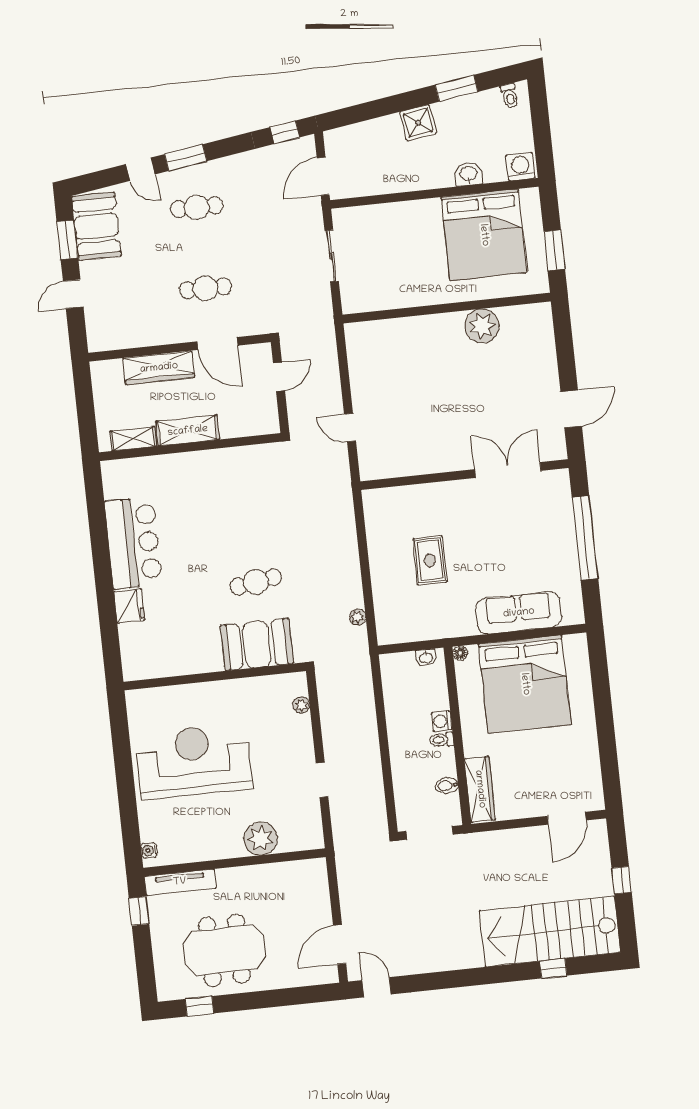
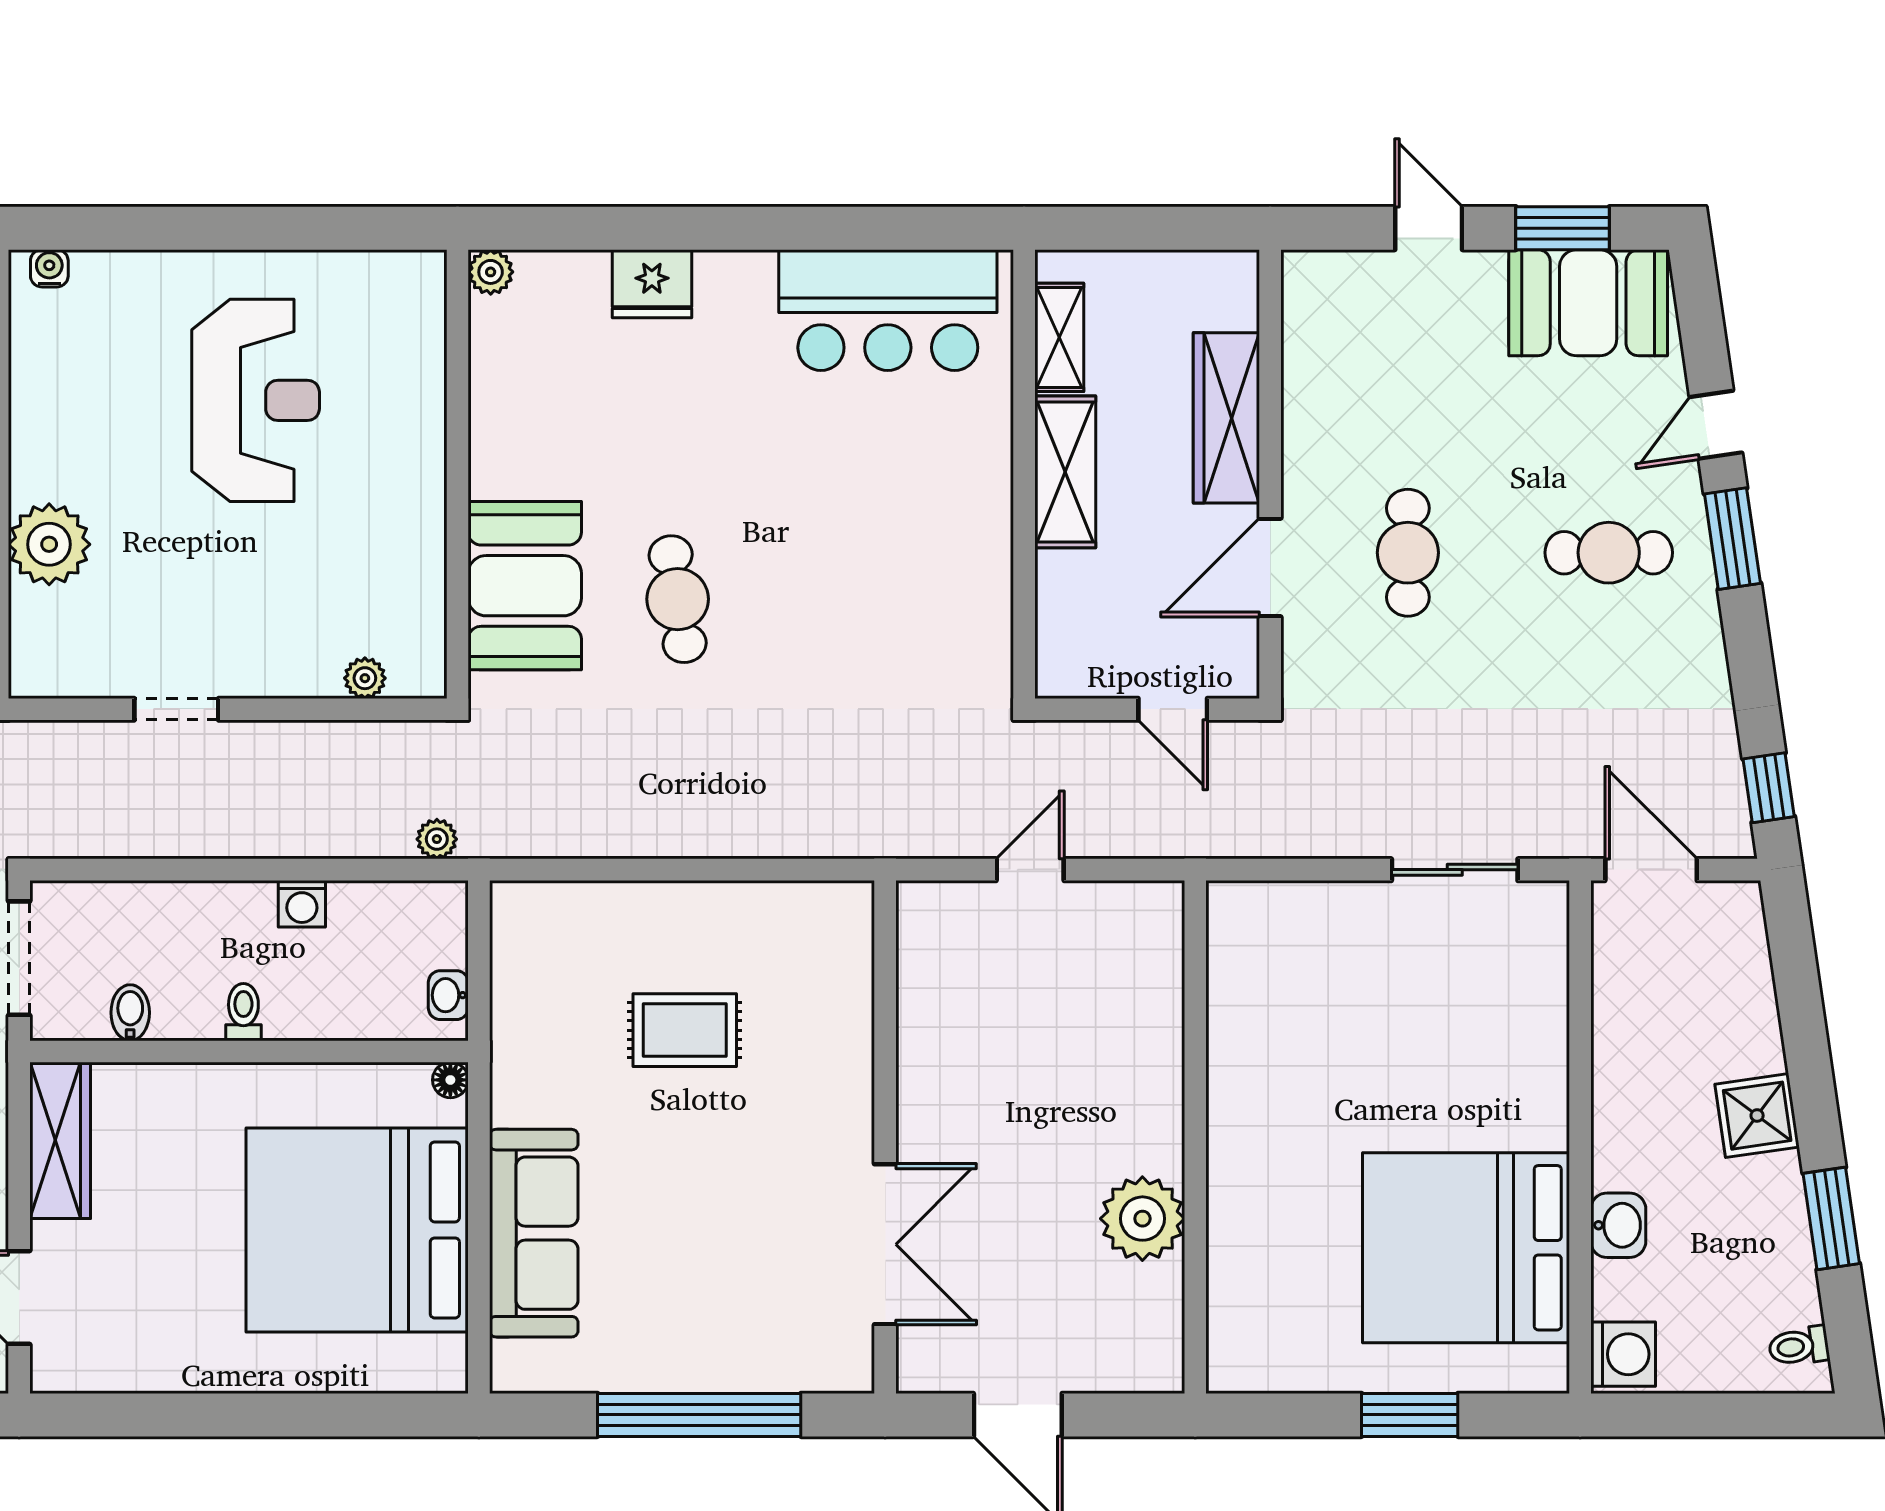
cafe table: (197, 207) -> (1609, 553), turned 90
wall: (447, 308) -> (1195, 1137), moved
plant: (482, 326) -> (1142, 1219), moved
bar counter: (133, 543) -> (888, 310), moved
plant: (358, 617) -> (437, 839), moved
plant: (131, 672) -> (491, 272), added
washing machine: (442, 721) -> (302, 904), moved, turned 180
reception desk: (194, 761) -> (256, 400), width x0.74, depth x0.77
wardrobe: (480, 789) -> (60, 1140), moved, turned -90

